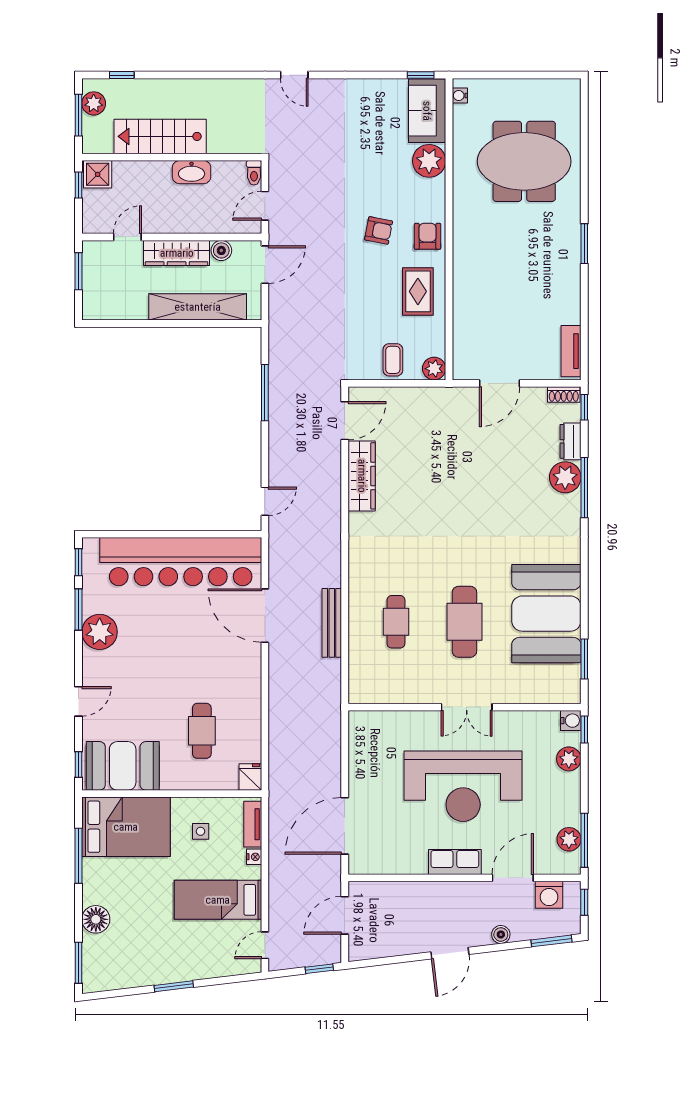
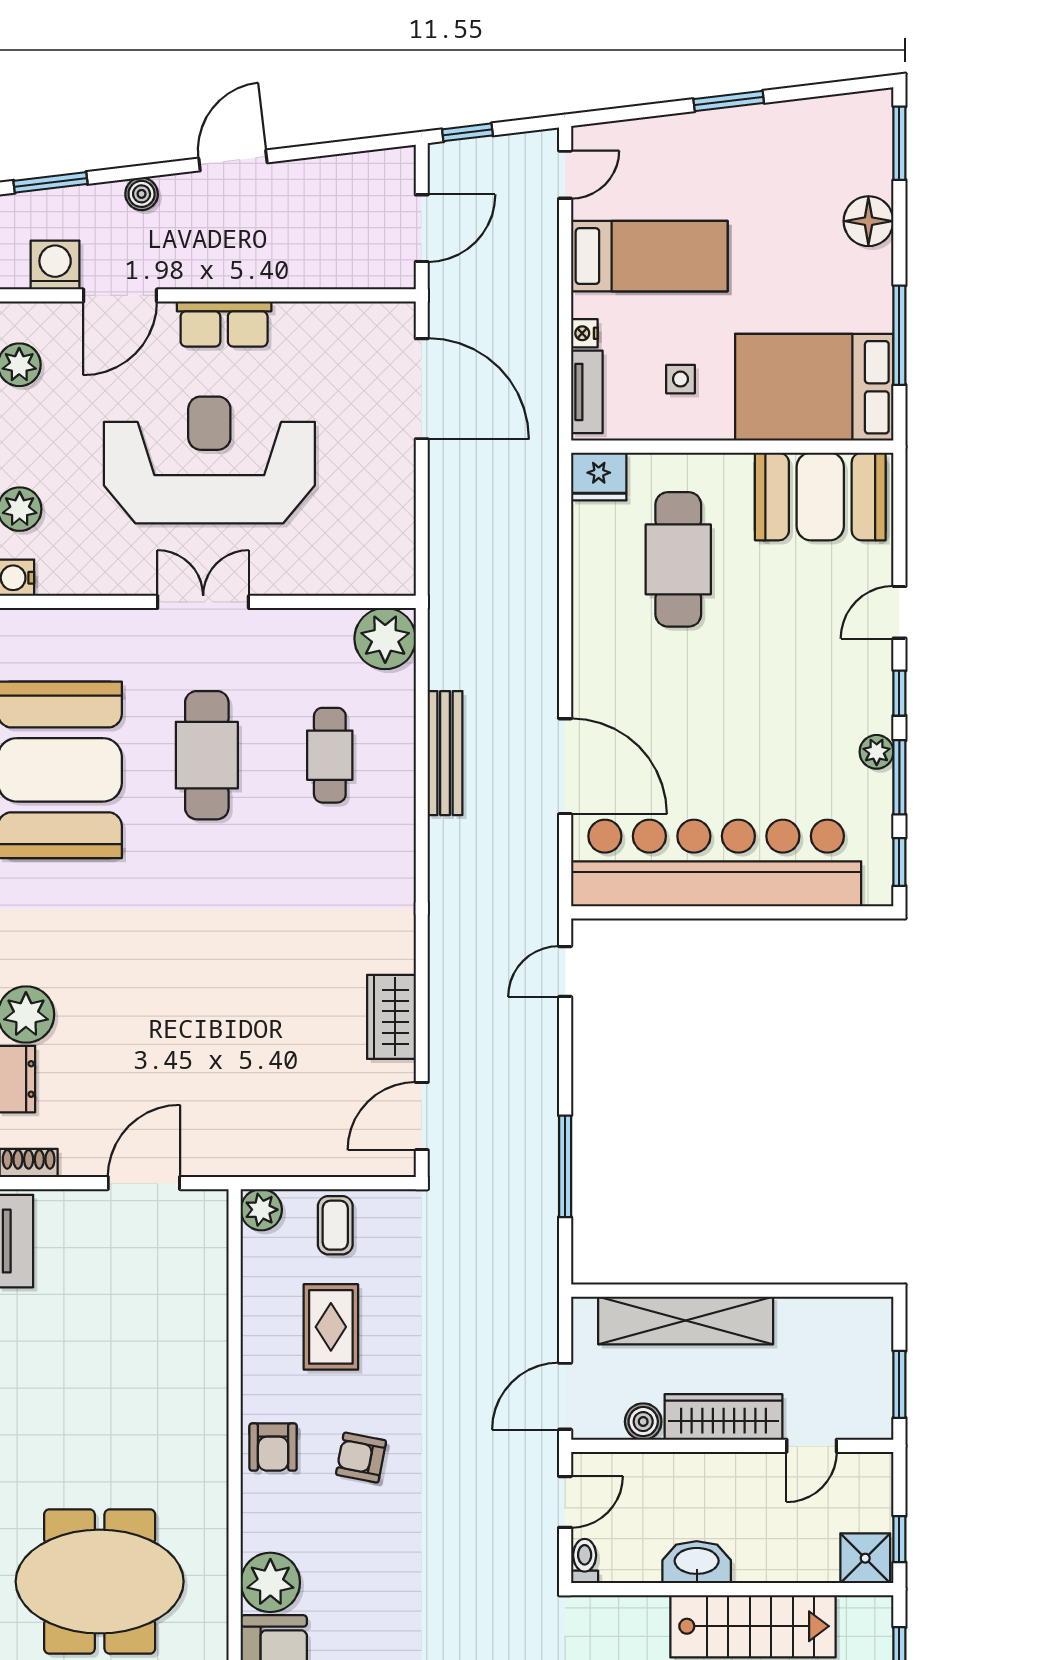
rug: (418, 291) -> (331, 1327), moved
wardrobe: (362, 476) -> (391, 1017), width x0.67
plant: (100, 632) -> (877, 752), width x0.53, depth x0.53
plant: (365, 687) -> (385, 639), added
cafe table: (202, 731) -> (678, 559), width x1.37, depth x1.35
window: (79, 764) -> (899, 693), moved
fridge: (250, 777) -> (599, 477), width x1.38
door: (345, 826) -> (422, 389), hinge flipped

